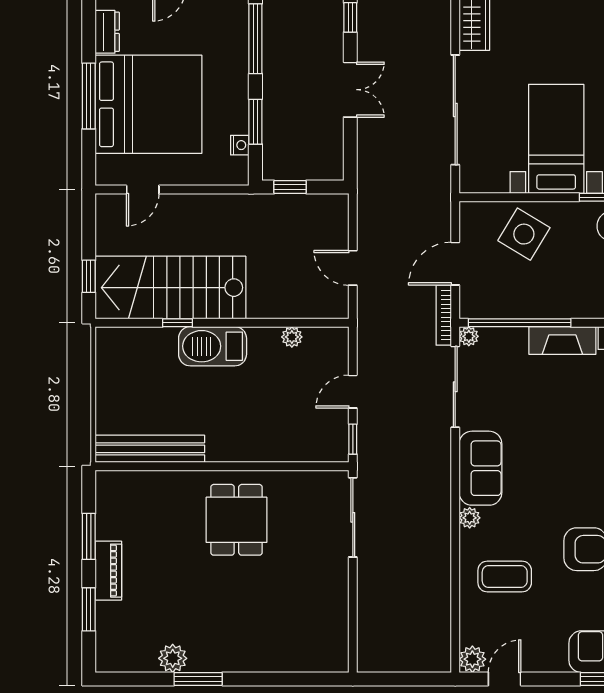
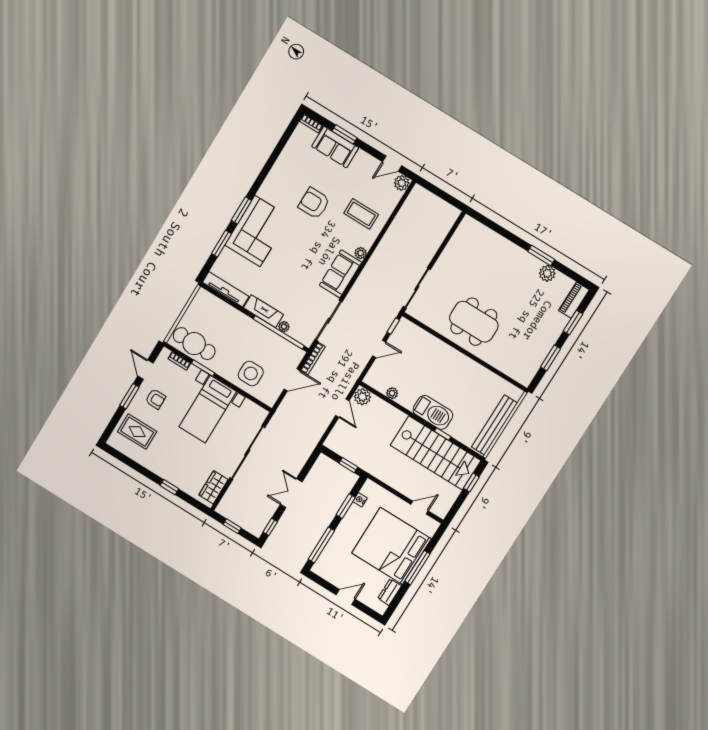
side table: (524, 234) -> (251, 373), turned -31
plant: (333, 304) -> (362, 397), added
plant: (469, 336) -> (284, 327), moved
bench: (150, 449) -> (494, 425), moved, turned 90
dining table: (236, 520) -> (474, 322), width x1.37
piano: (108, 571) -> (574, 300), moved

